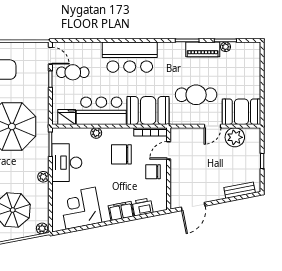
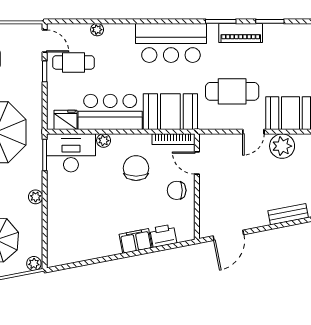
plant: (226, 47) -> (97, 30), moved
bar counter: (130, 57) -> (171, 43), moved
door: (169, 150) -> (197, 163), hinge flipped
chair: (121, 154) -> (136, 168), turned 90
desk: (67, 163) -> (71, 153), moved, turned 90
corner desk: (81, 208) -> (84, 237), removed

